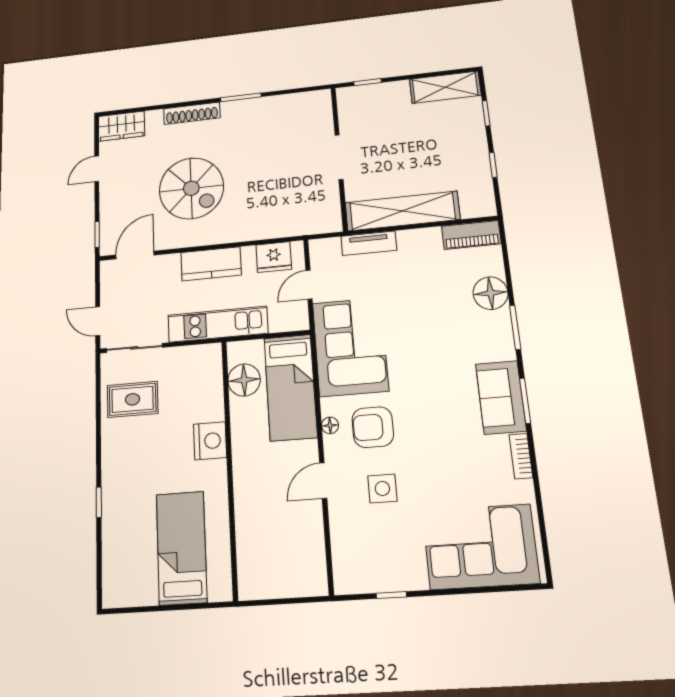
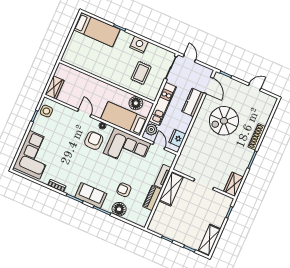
wardrobe: (121, 126) -> (233, 184), moved
door: (97, 169) -> (255, 87), hinge flipped
shelving: (402, 211) -> (171, 189), width x0.68
piano: (471, 235) -> (152, 198), moved
kitchen counter: (211, 264) -> (193, 102), moved
armchair: (443, 305) -> (124, 190), added
plant: (283, 318) -> (151, 129), added
door: (98, 321) -> (189, 58), hinge flipped
sofa: (501, 397) -> (91, 195), moved
rug: (132, 399) -> (141, 73), moved
nightstand: (210, 441) -> (139, 45), moved, turned 180
side table: (382, 489) -> (46, 111), moved
bed: (181, 548) -> (97, 30), moved
wardrobe: (301, 581) -> (55, 88), added

